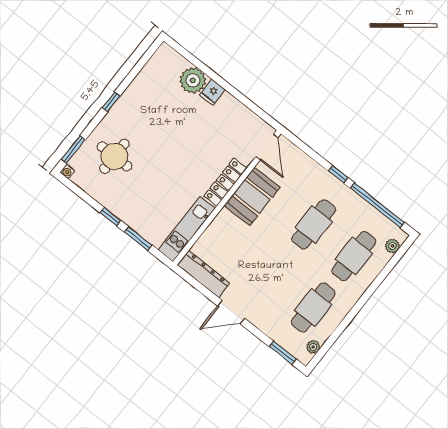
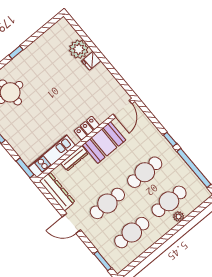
locker: (225, 182) -> (87, 128), width x0.66
dresser: (217, 225) -> (74, 158), added
window: (138, 238) -> (25, 168), moved
plant: (392, 246) -> (179, 217), moved
cafe table: (273, 276) -> (107, 203), added
plant: (313, 347) -> (126, 261), removed

